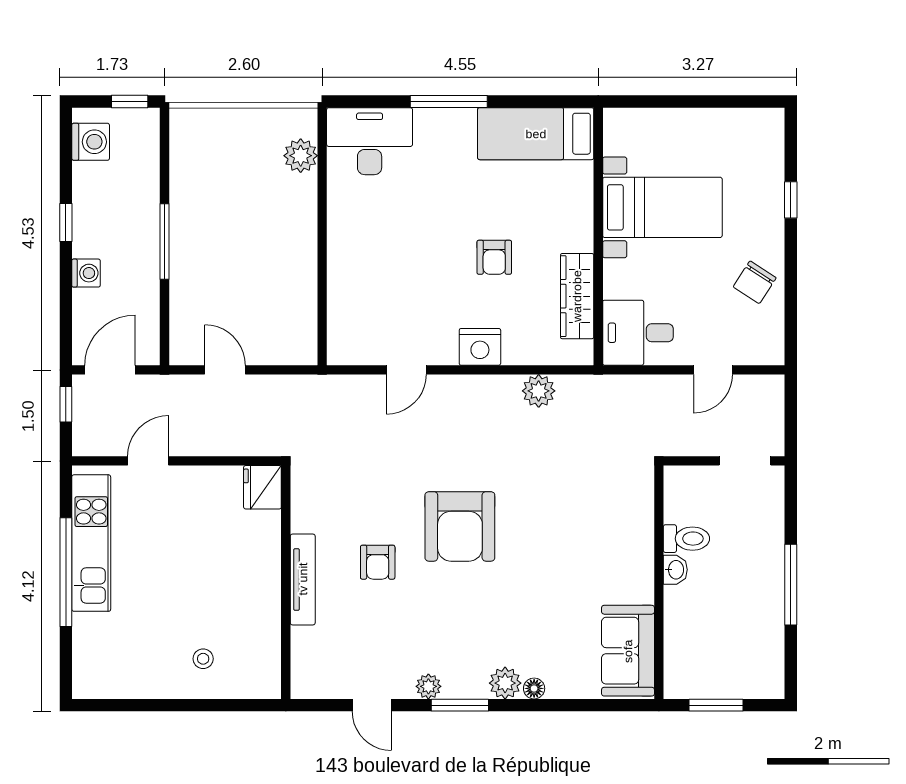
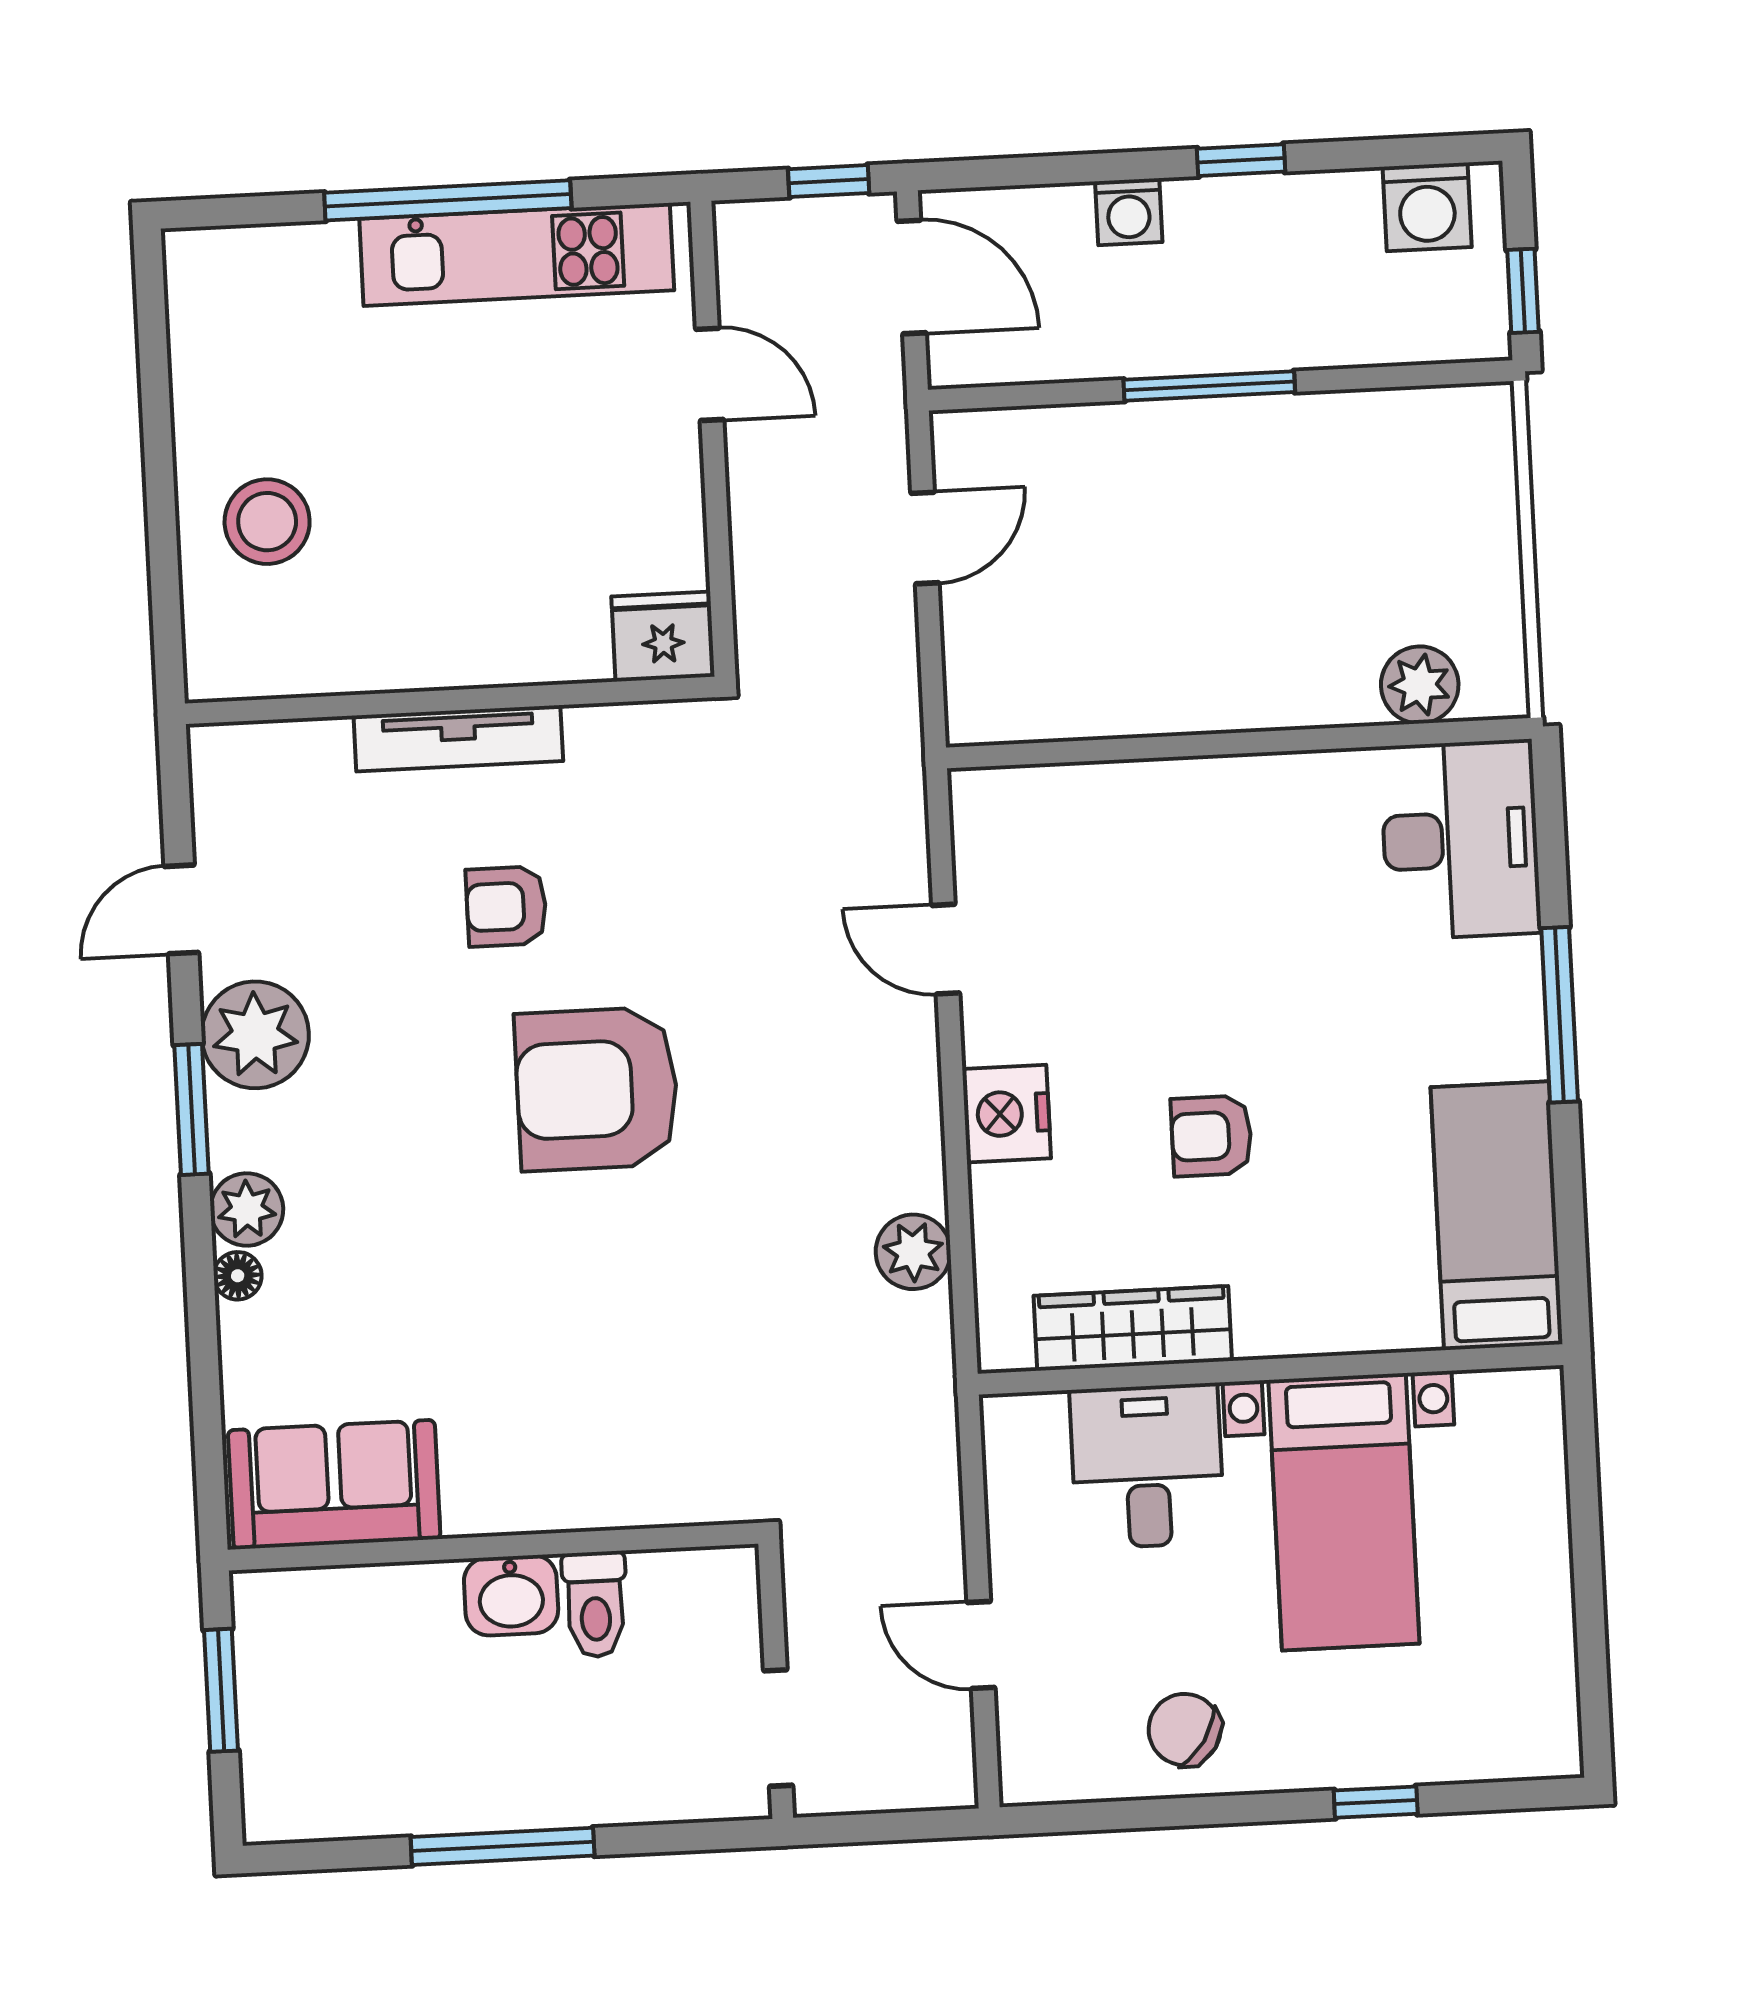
desk: (638, 333) -> (1147, 1466), moved
washbasin: (675, 570) -> (511, 1595), width x1.38, depth x1.45
stool: (203, 659) -> (267, 522), width x1.89, depth x1.89
plant: (428, 686) -> (255, 1035), width x1.88, depth x1.88

